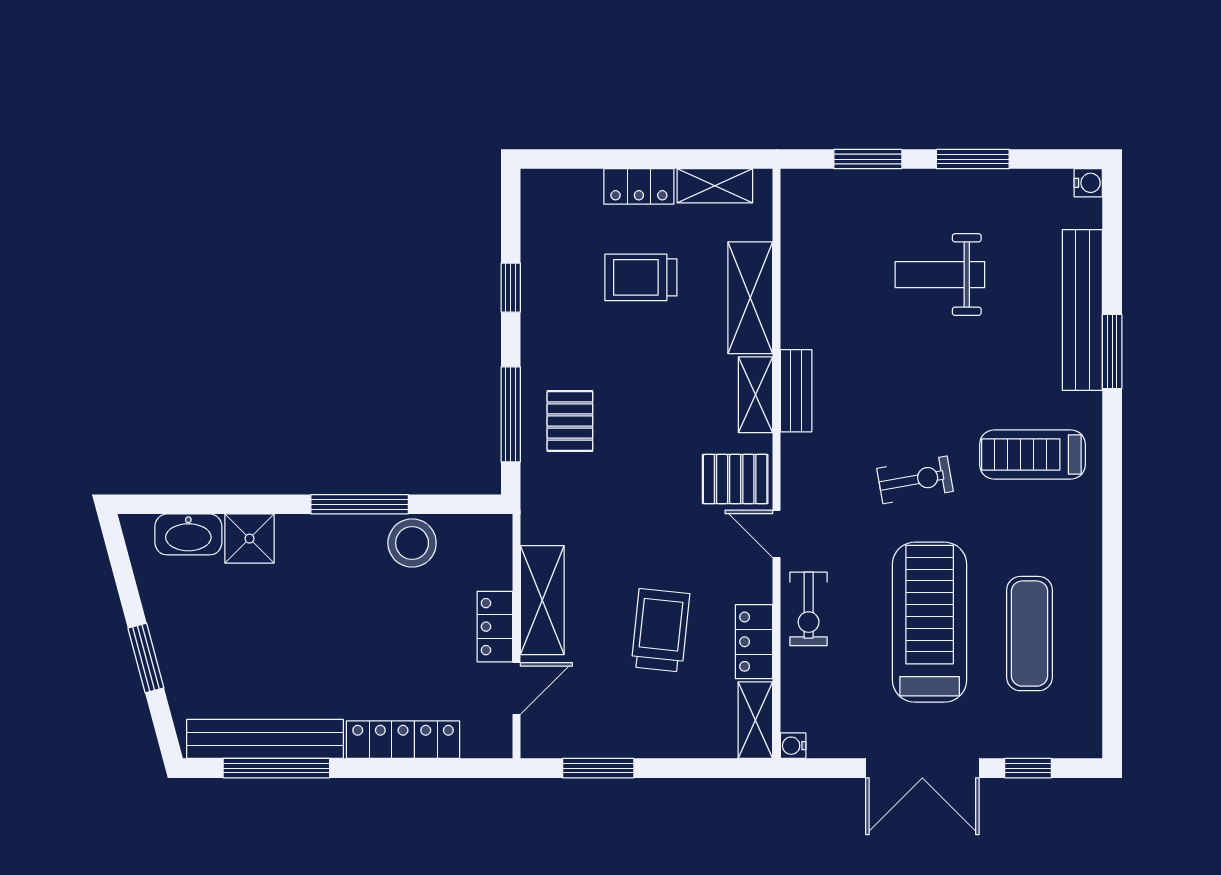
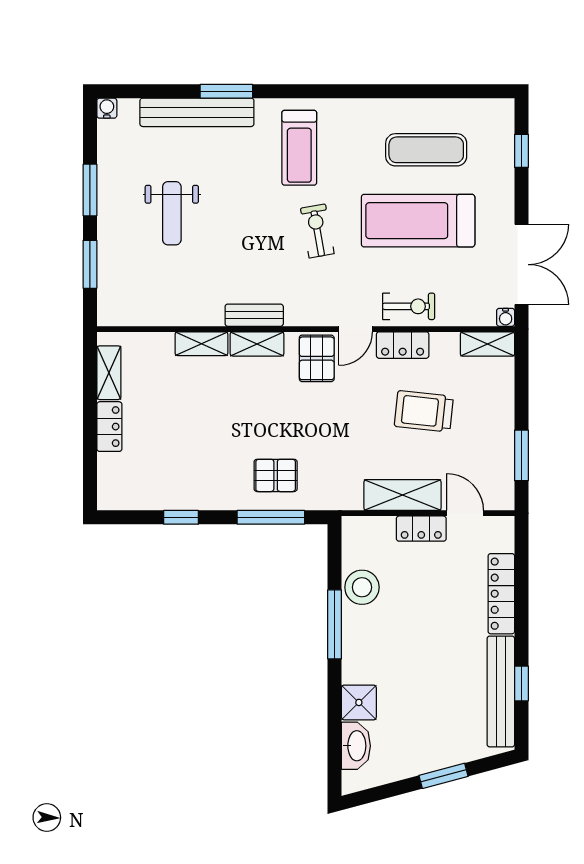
trolley: (641, 277) -> (174, 425), removed
shelving: (750, 298) -> (201, 344), width x0.67, depth x0.75
locker: (754, 642) -> (403, 345), moved
window: (276, 768) -> (521, 683), width x0.46
double door: (922, 768) -> (521, 265), moved

